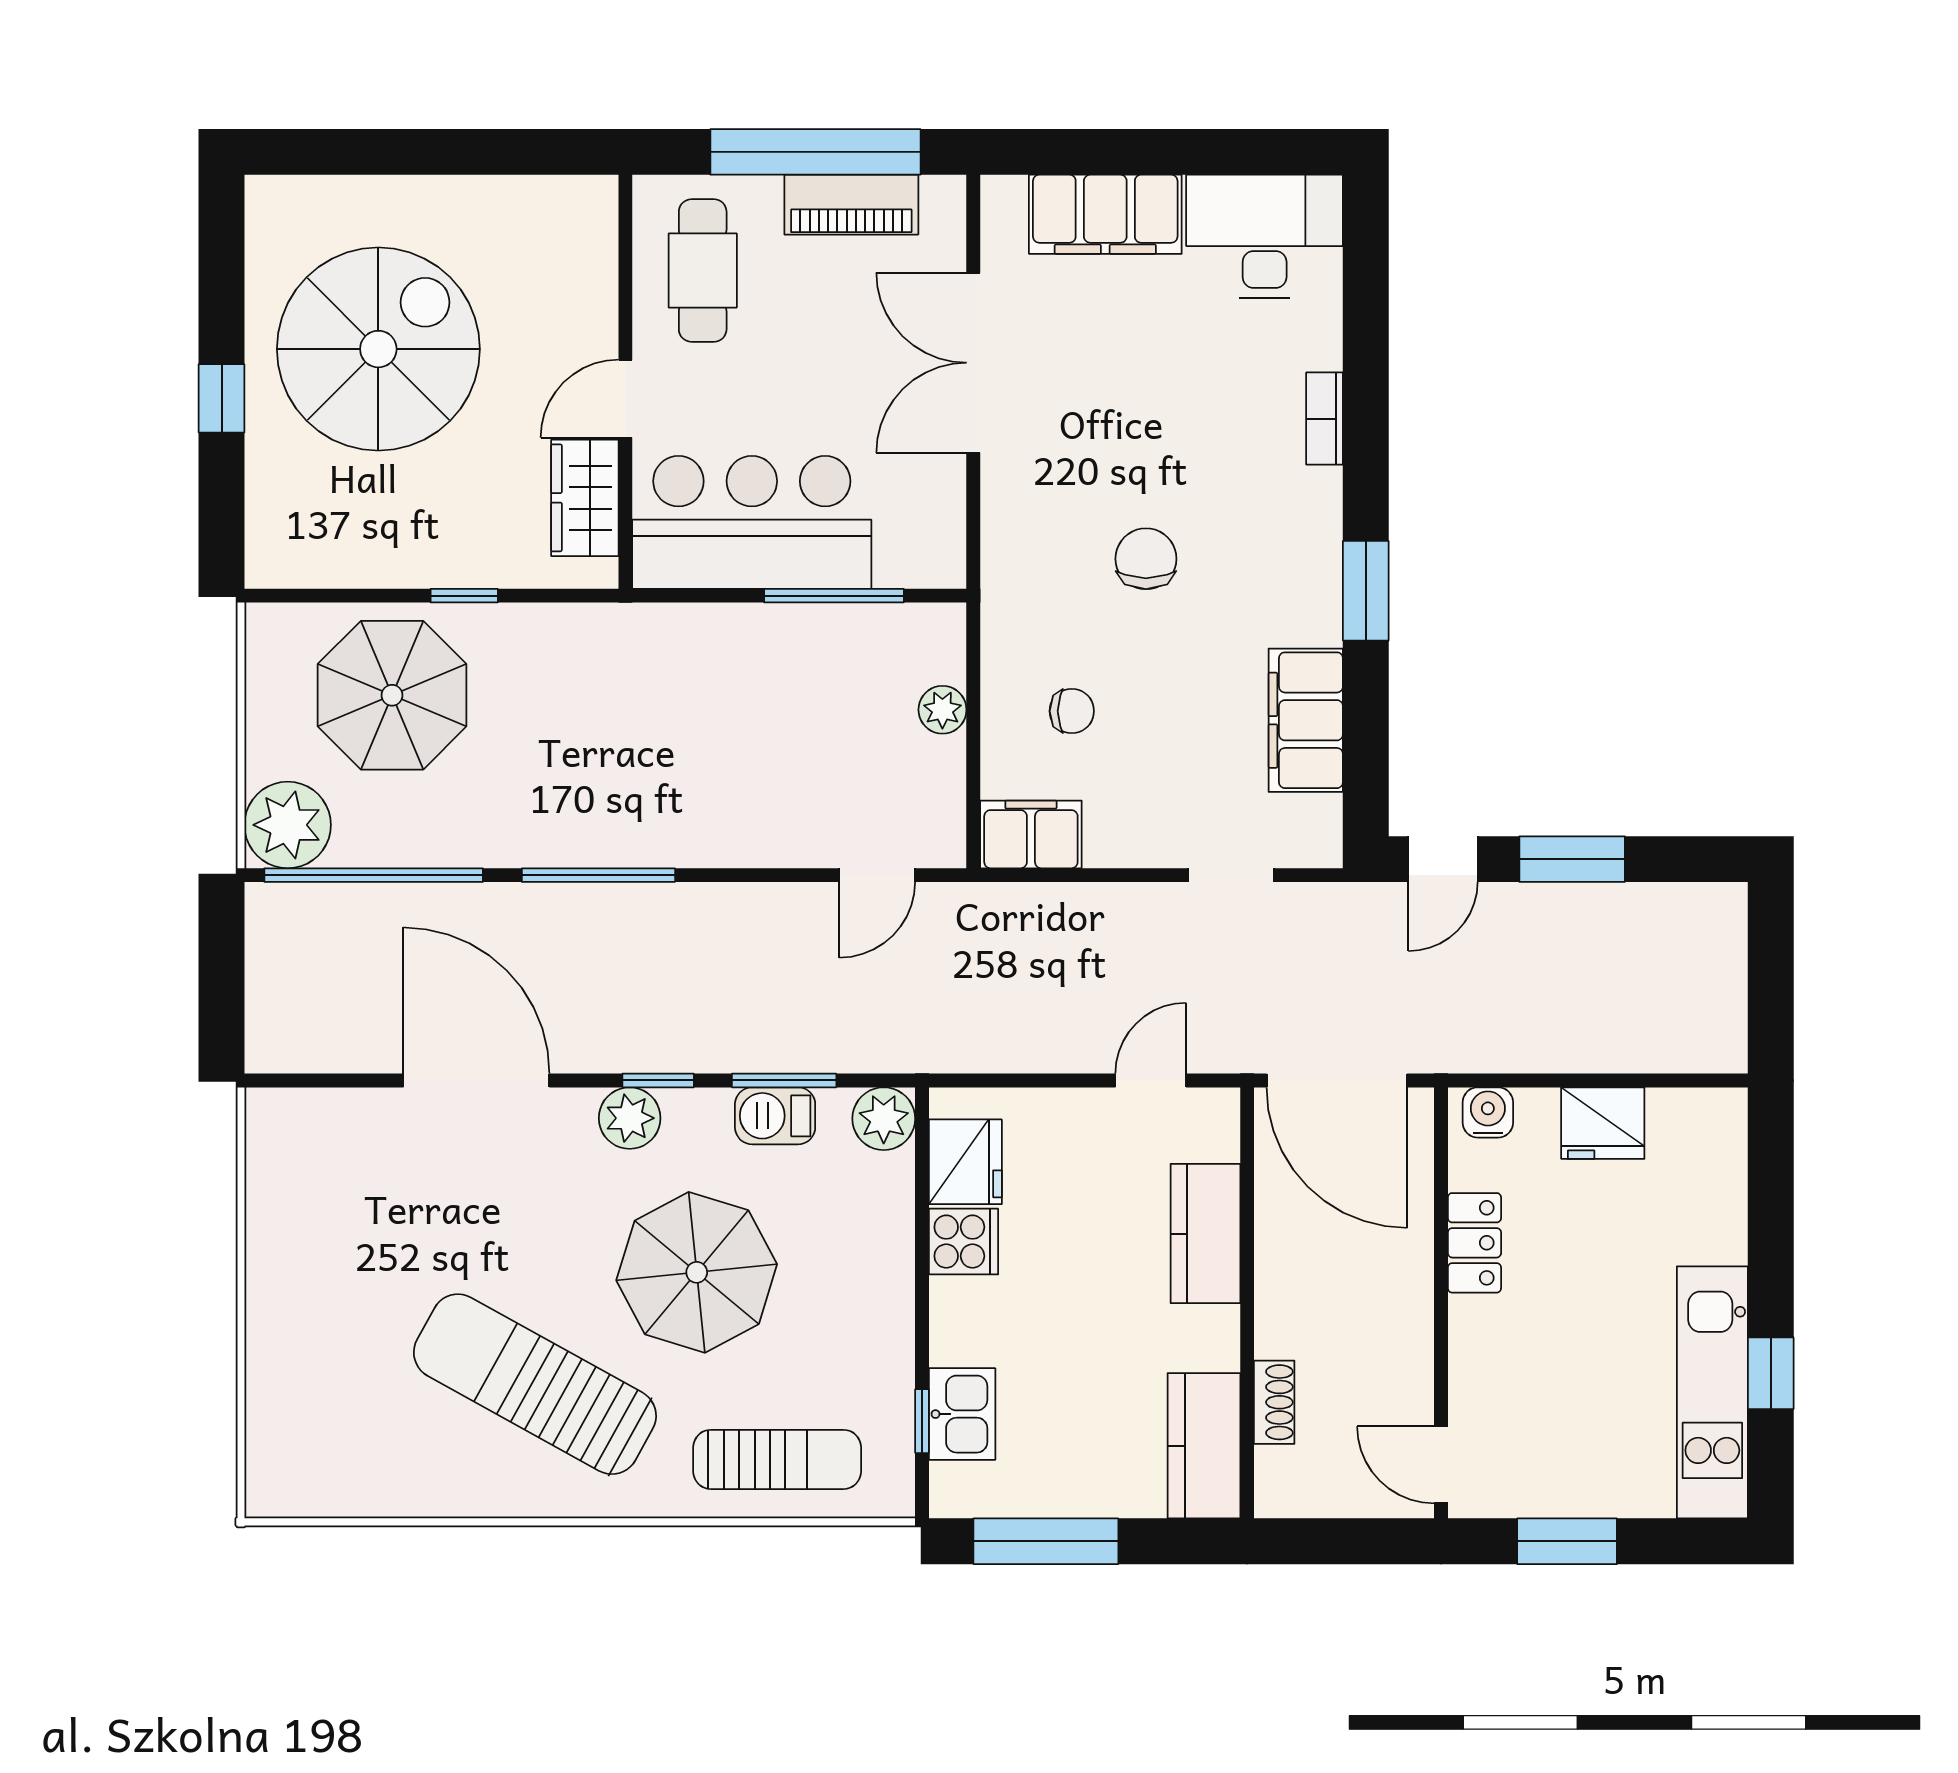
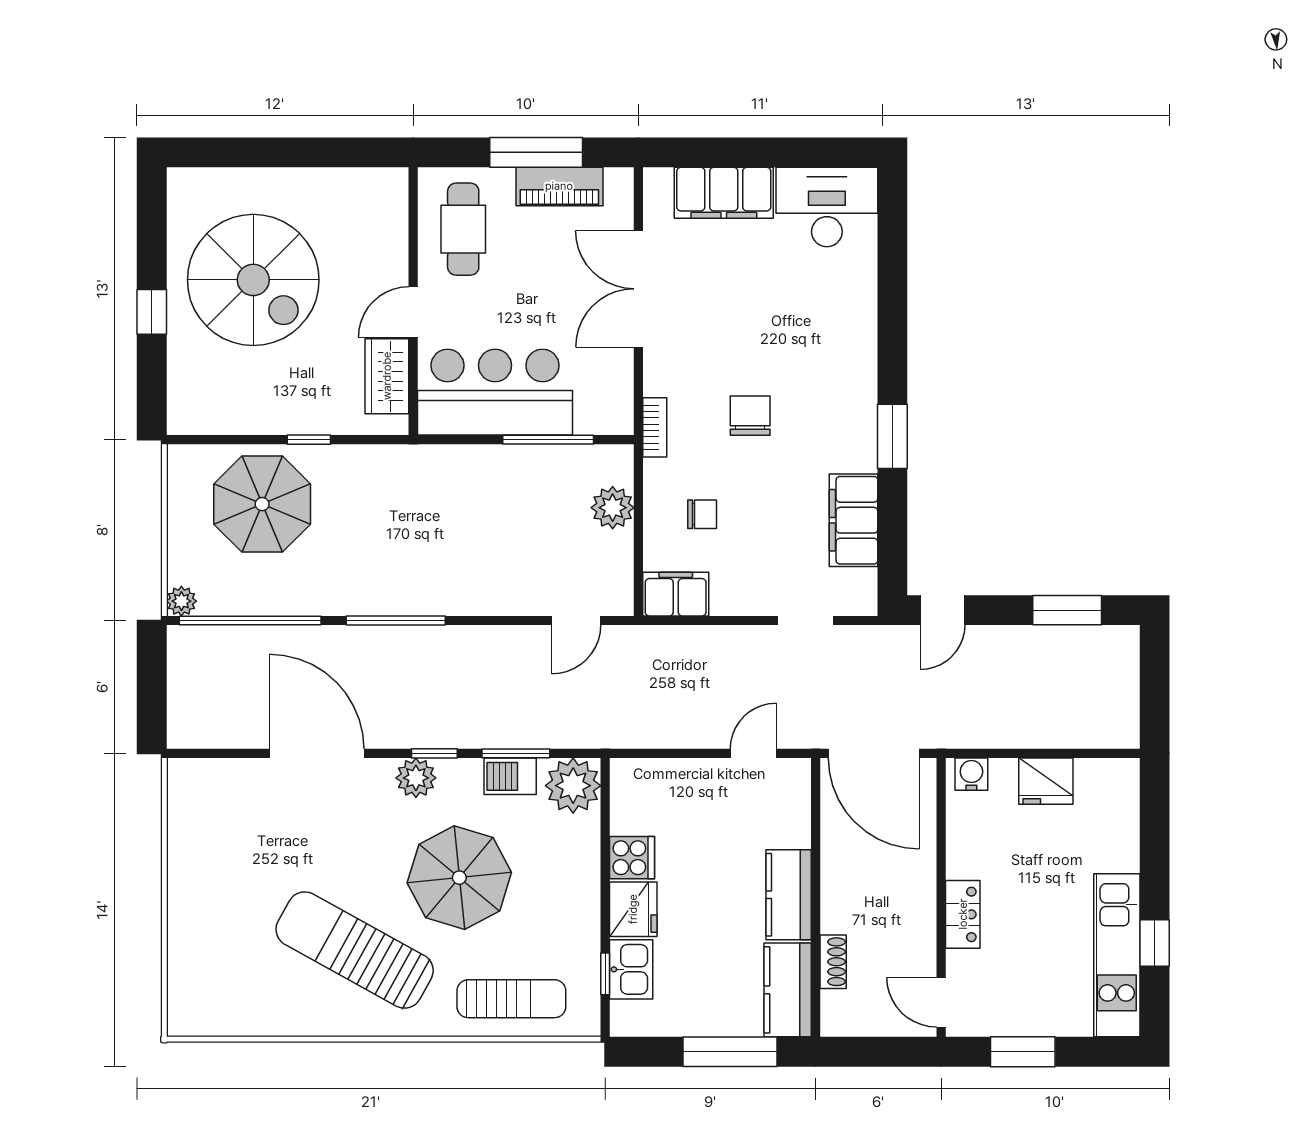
window: (815, 152) -> (536, 152), width x0.68
spiral stairs: (378, 349) -> (253, 280), turned 90
bookcase: (1324, 419) -> (655, 427), moved, turned 180
plant: (942, 710) -> (613, 508), width x1.38, depth x1.38
plant: (288, 825) -> (181, 601), width x0.53, depth x0.53
window: (1572, 859) -> (1067, 610), moved
plant: (884, 1119) -> (573, 786), width x1.36, depth x1.36
fridge: (965, 1162) -> (633, 909), moved
kitchen counter: (1205, 1234) -> (789, 895), moved
locker: (1474, 1243) -> (963, 914), moved
window: (1046, 1541) -> (730, 1052), moved

